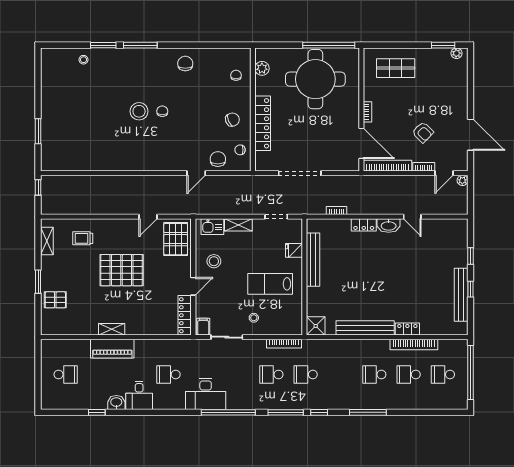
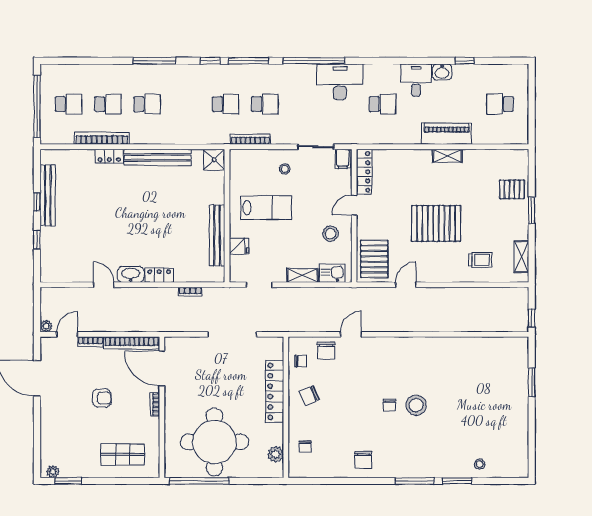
armchair: (423, 132) -> (102, 398), moved, turned 135

